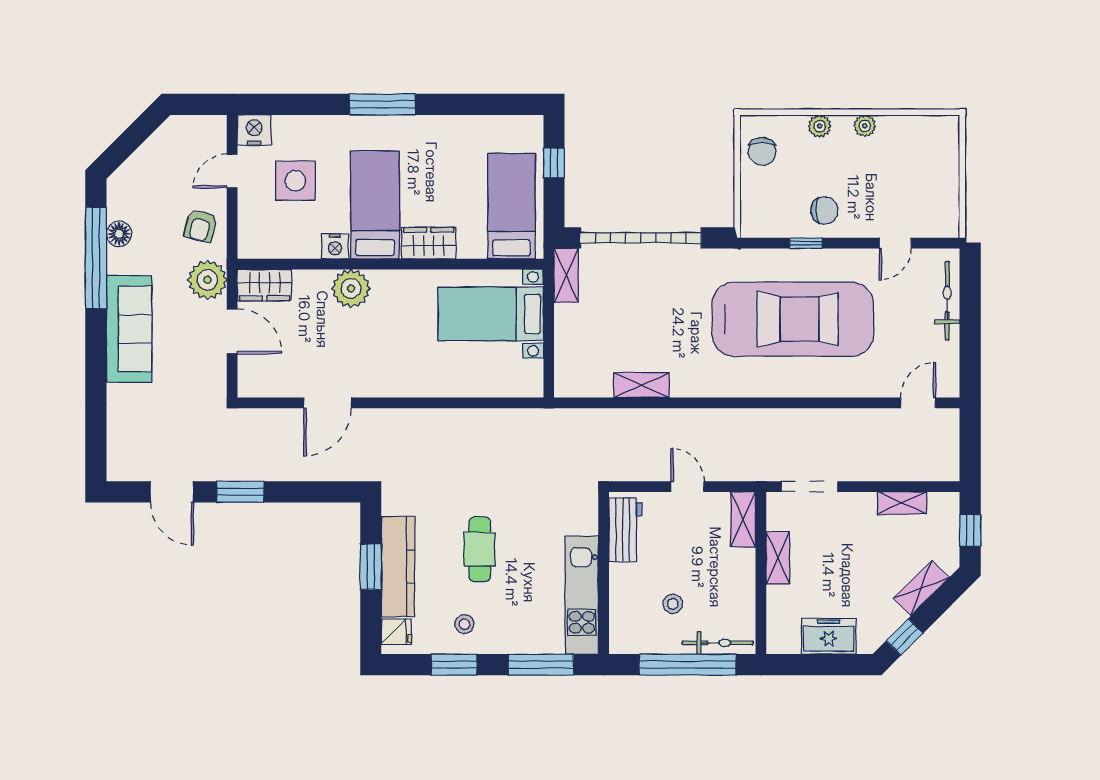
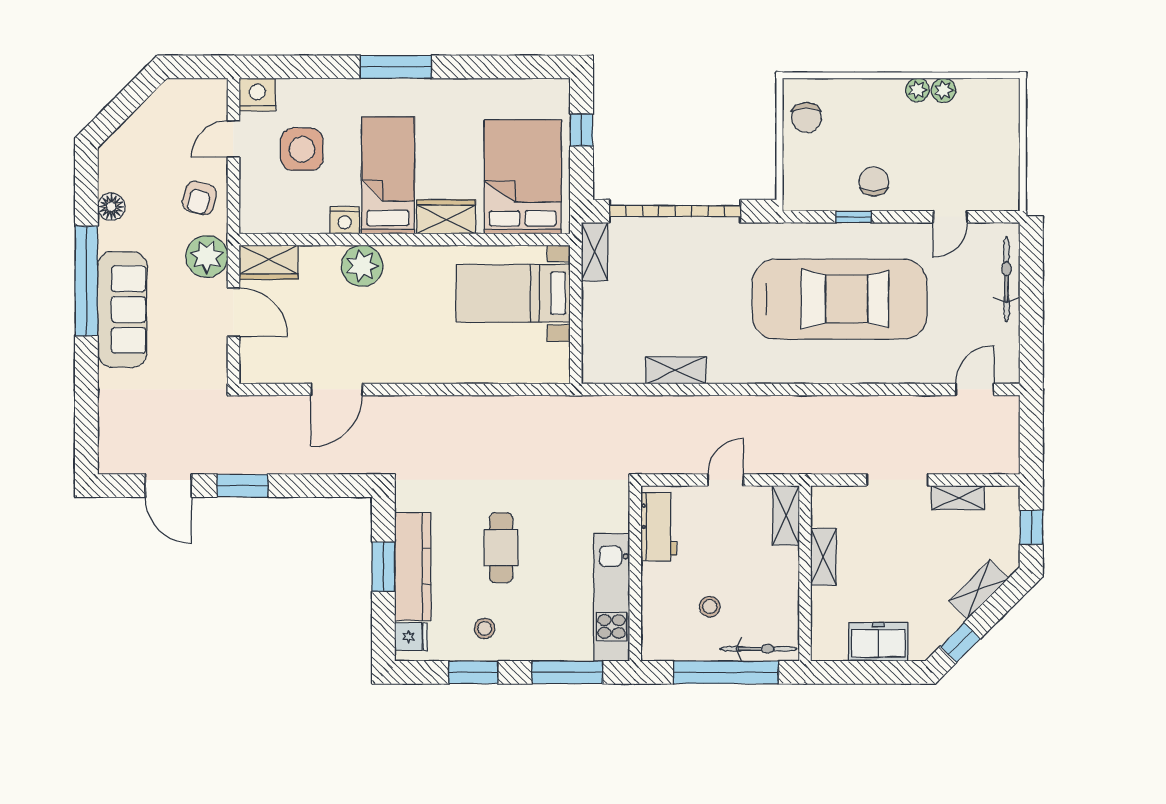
plant: (820, 126) -> (943, 90), moved
bed: (511, 206) -> (523, 177), width x1.50
chair: (824, 210) -> (874, 181), turned -90
window: (96, 258) -> (86, 281), moved
door: (687, 487) -> (726, 480), hinge flipped
doorway: (809, 487) -> (897, 480), moved

